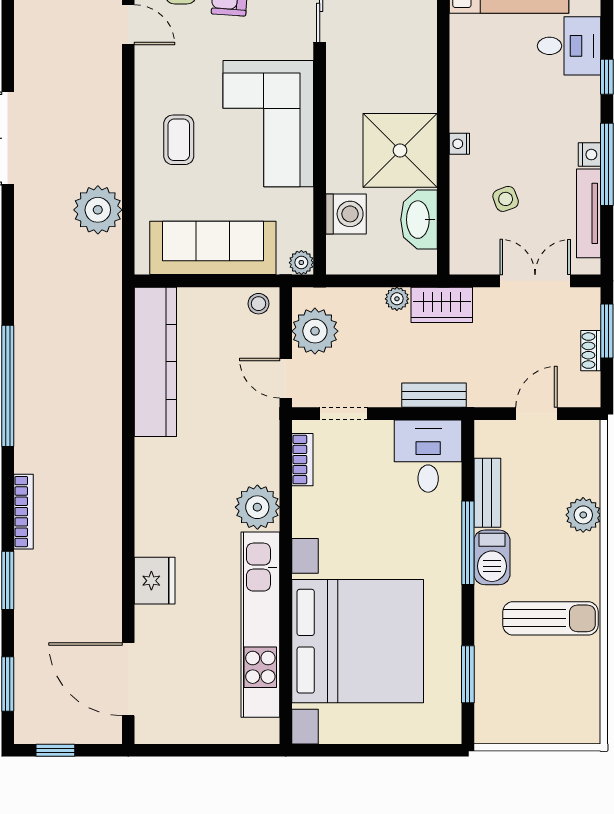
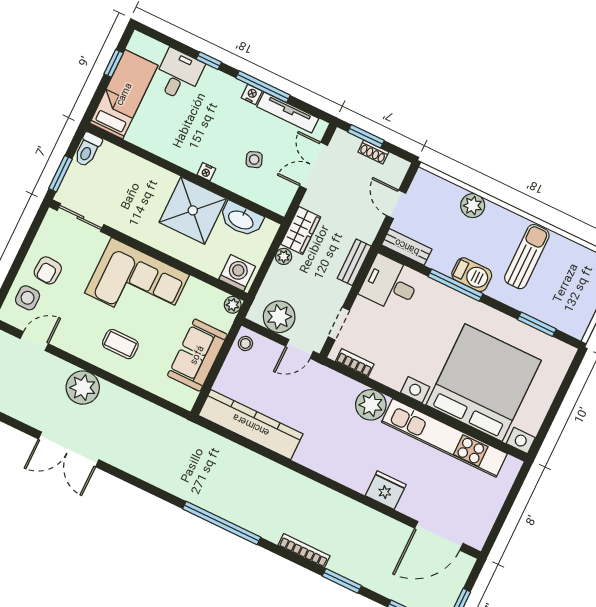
plant: (98, 210) -> (83, 388), moved
washing machine: (346, 214) -> (237, 273), moved
sofa: (213, 248) -> (197, 355), width x0.73
bench: (487, 493) -> (407, 247), moved

